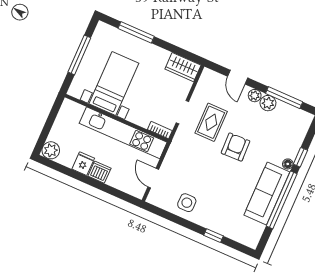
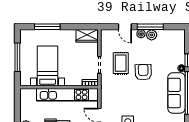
window: (284, 98) -> (150, 27), moved

